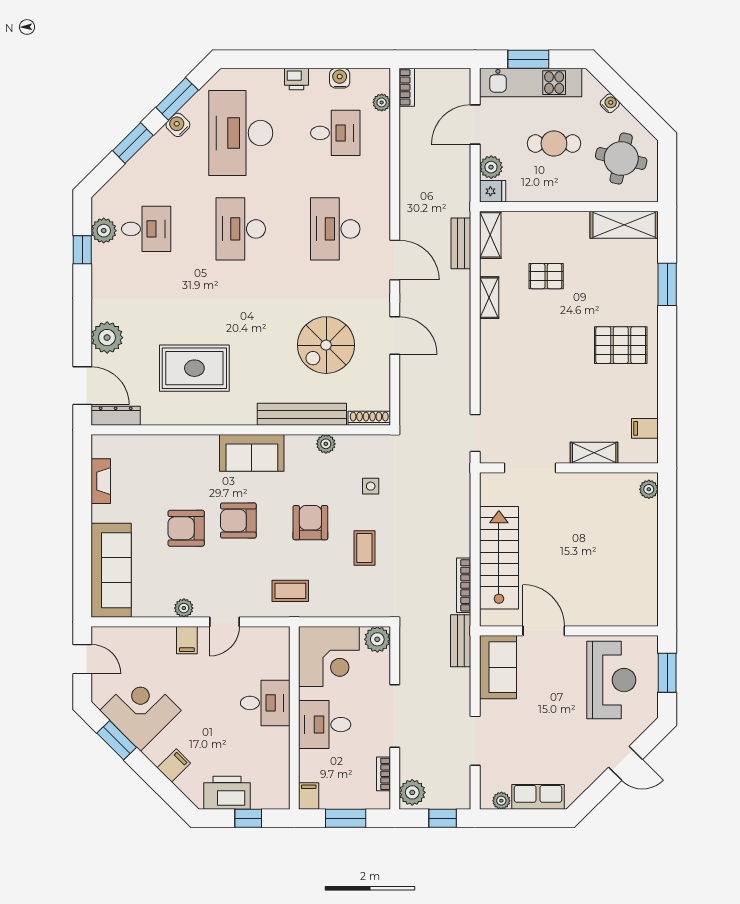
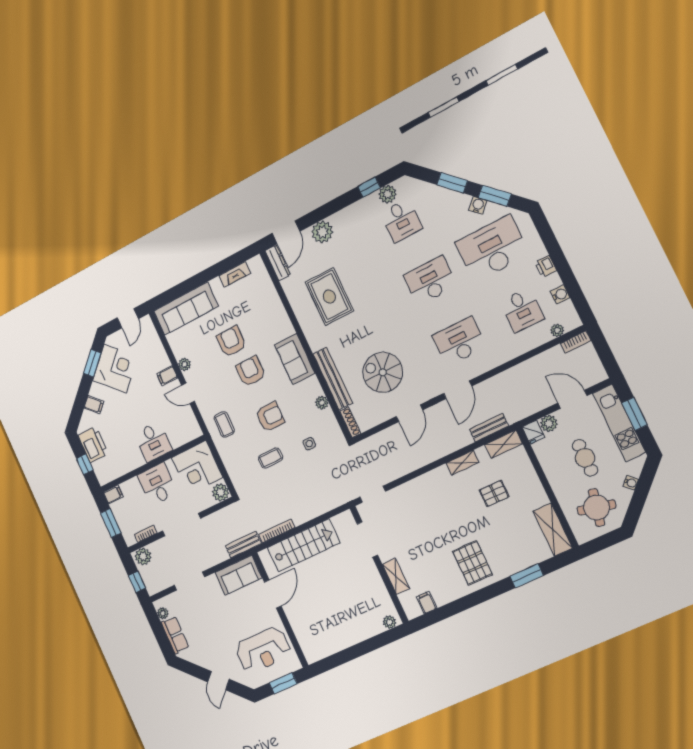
pallet: (546, 276) -> (494, 493), turned 90

